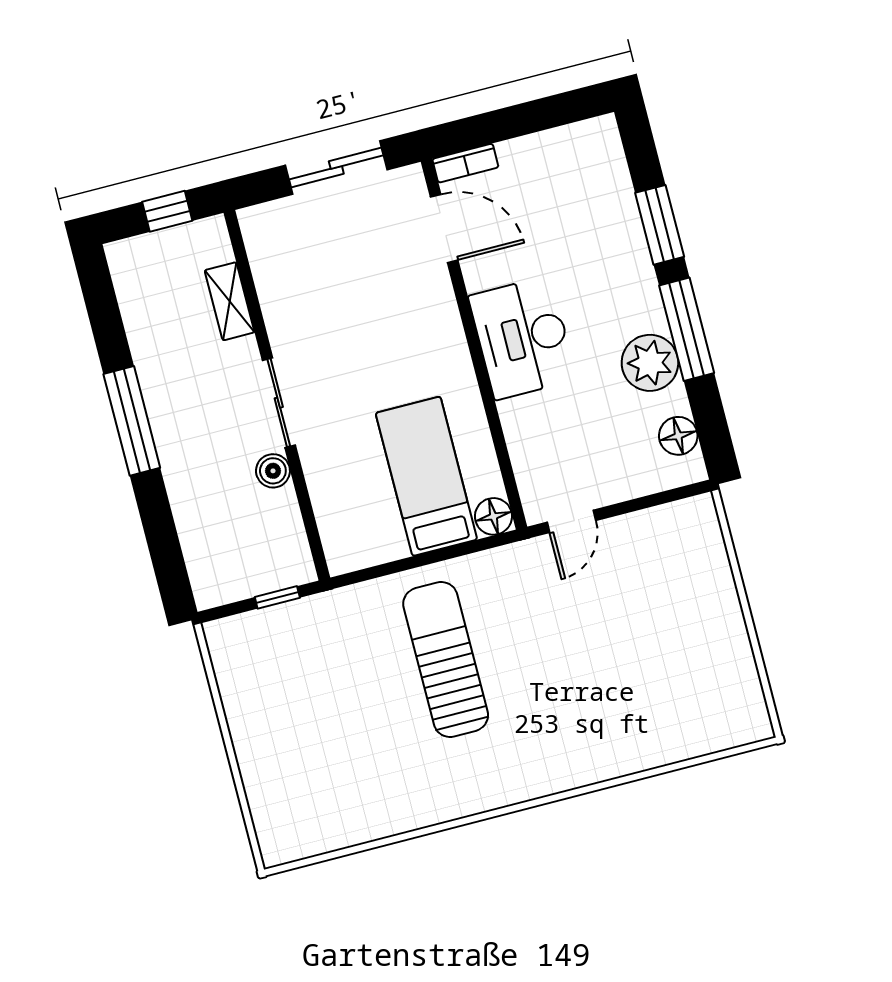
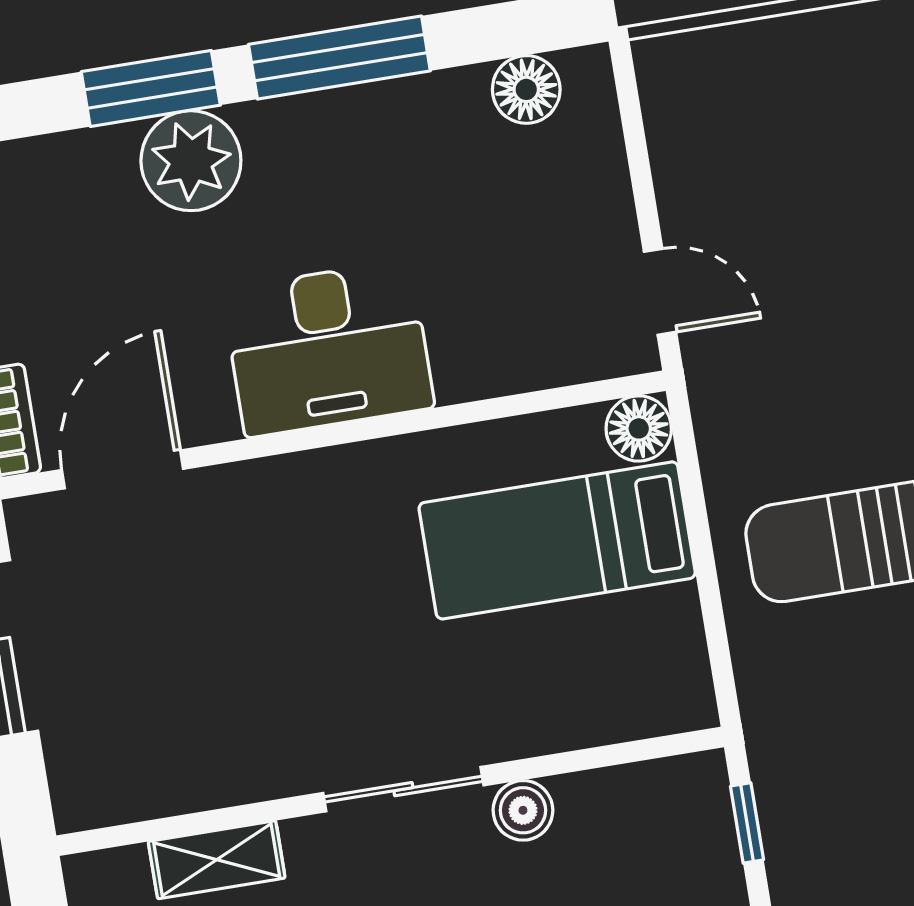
plant: (650, 363) -> (191, 161), moved

